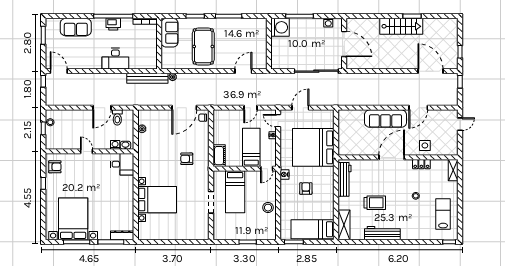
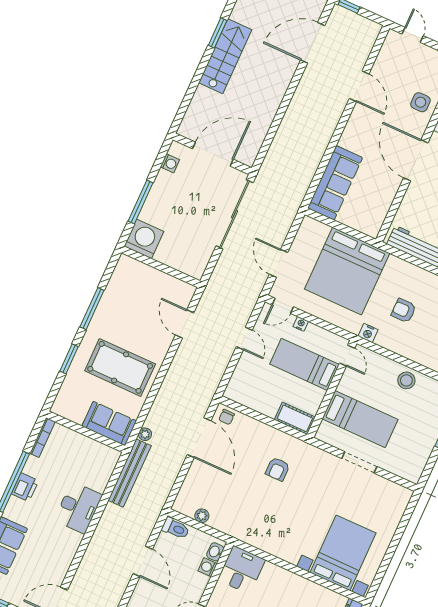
sofa: (170, 33) -> (109, 424), moved
toilet: (117, 117) -> (176, 528), moved
sofa: (386, 119) -> (335, 183), moved
bed with nightstands: (157, 200) -> (343, 553), moved

